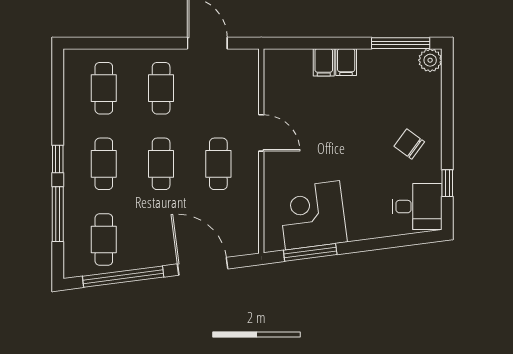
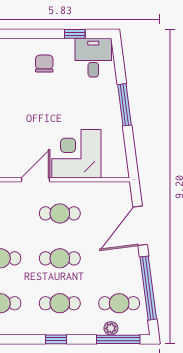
chair: (409, 144) -> (44, 64), turned 144
window: (58, 214) -> (118, 339), moved
corner desk: (313, 215) -> (76, 154), moved, turned 97
plant: (72, 229) -> (111, 328), added
window: (310, 252) -> (124, 105), moved

